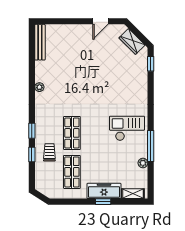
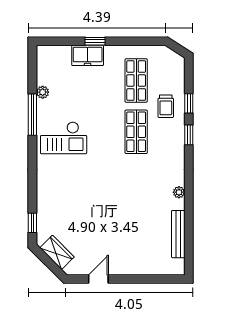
bench: (40, 42) -> (178, 234), moved
freezer: (104, 191) -> (88, 55), width x0.71
shelving: (133, 194) -> (56, 52), removed

